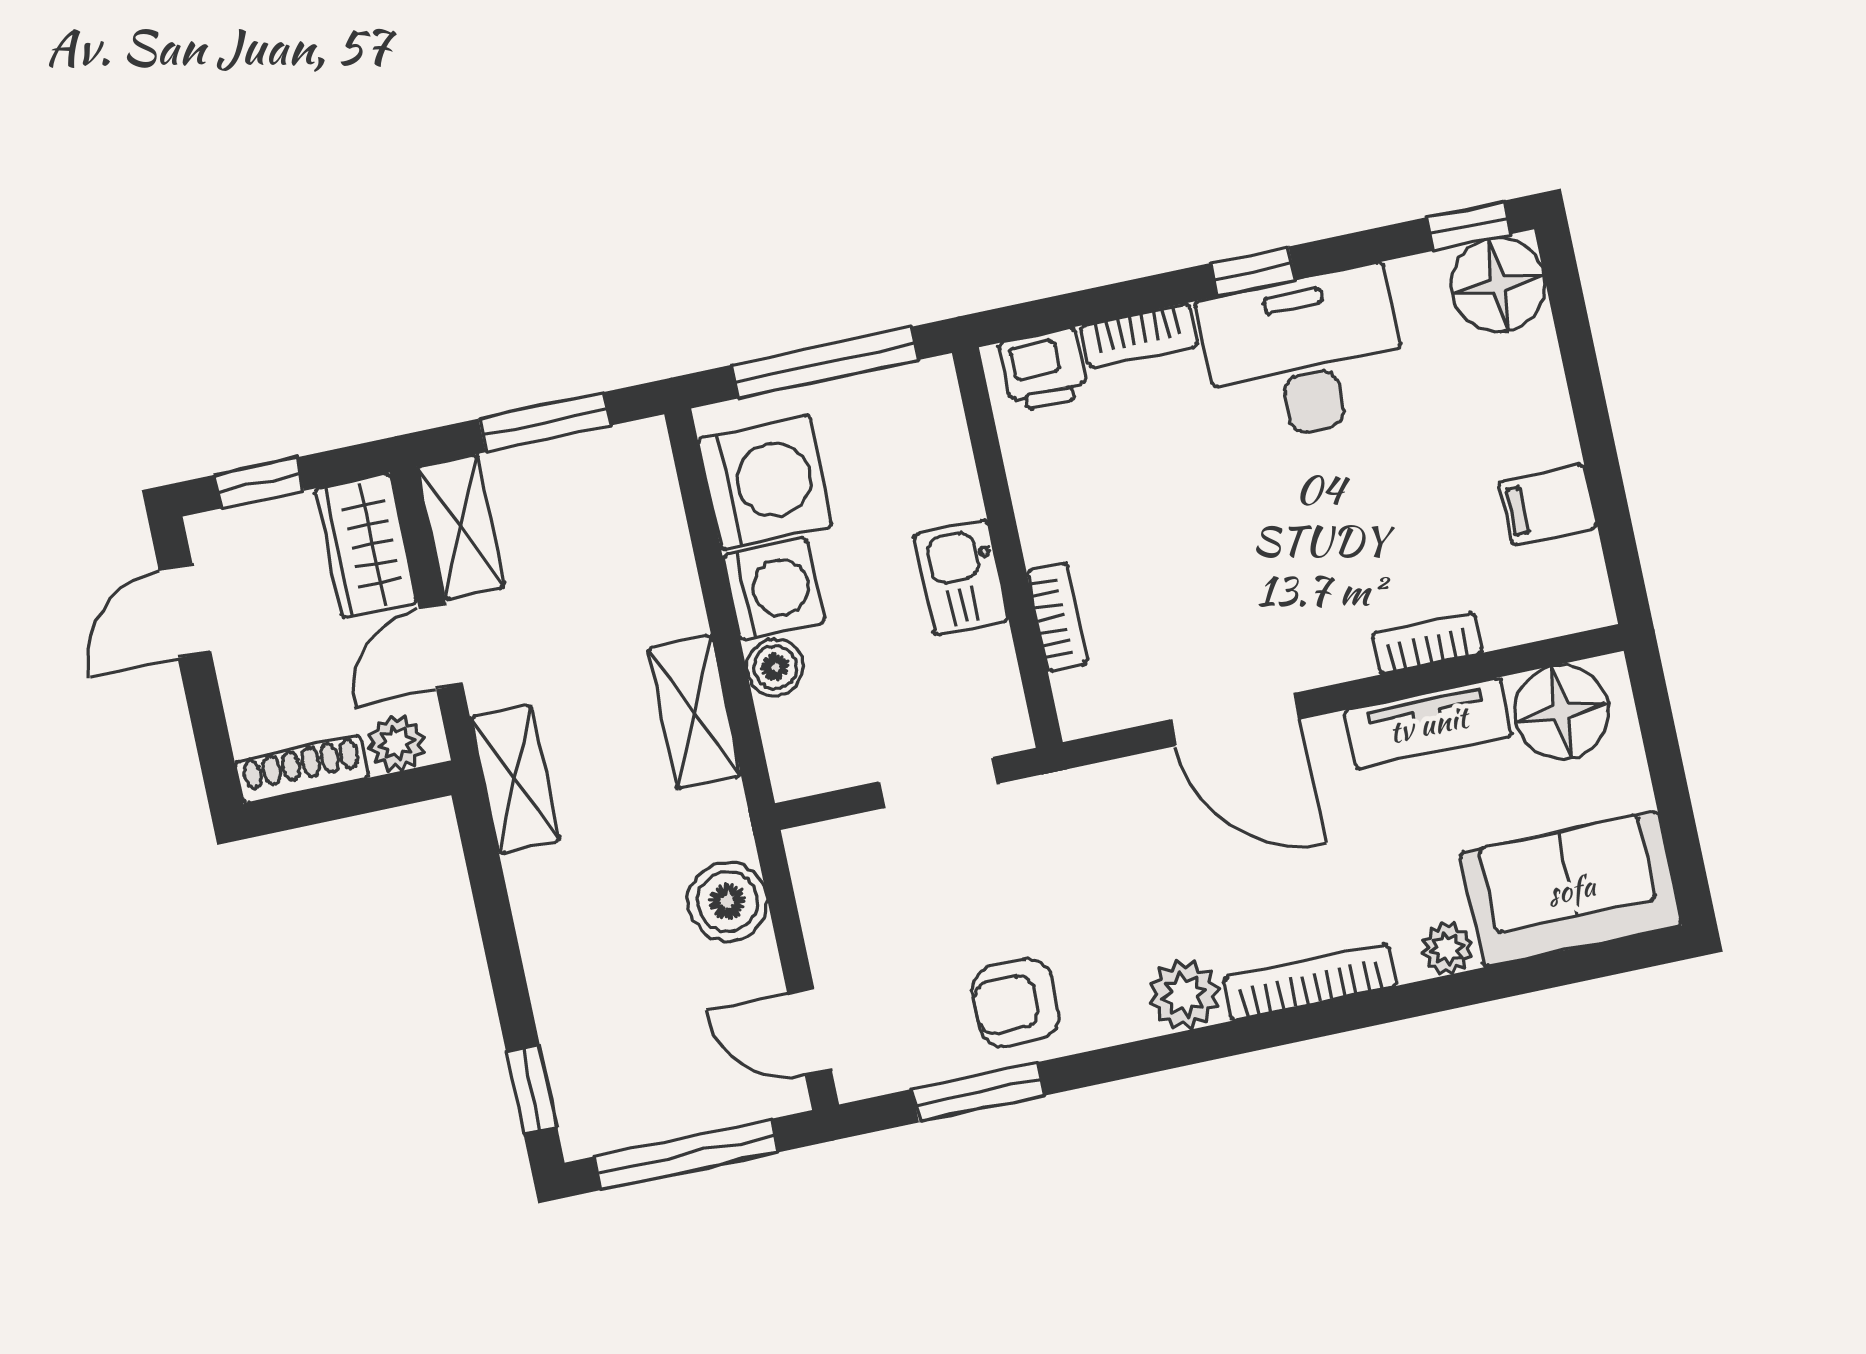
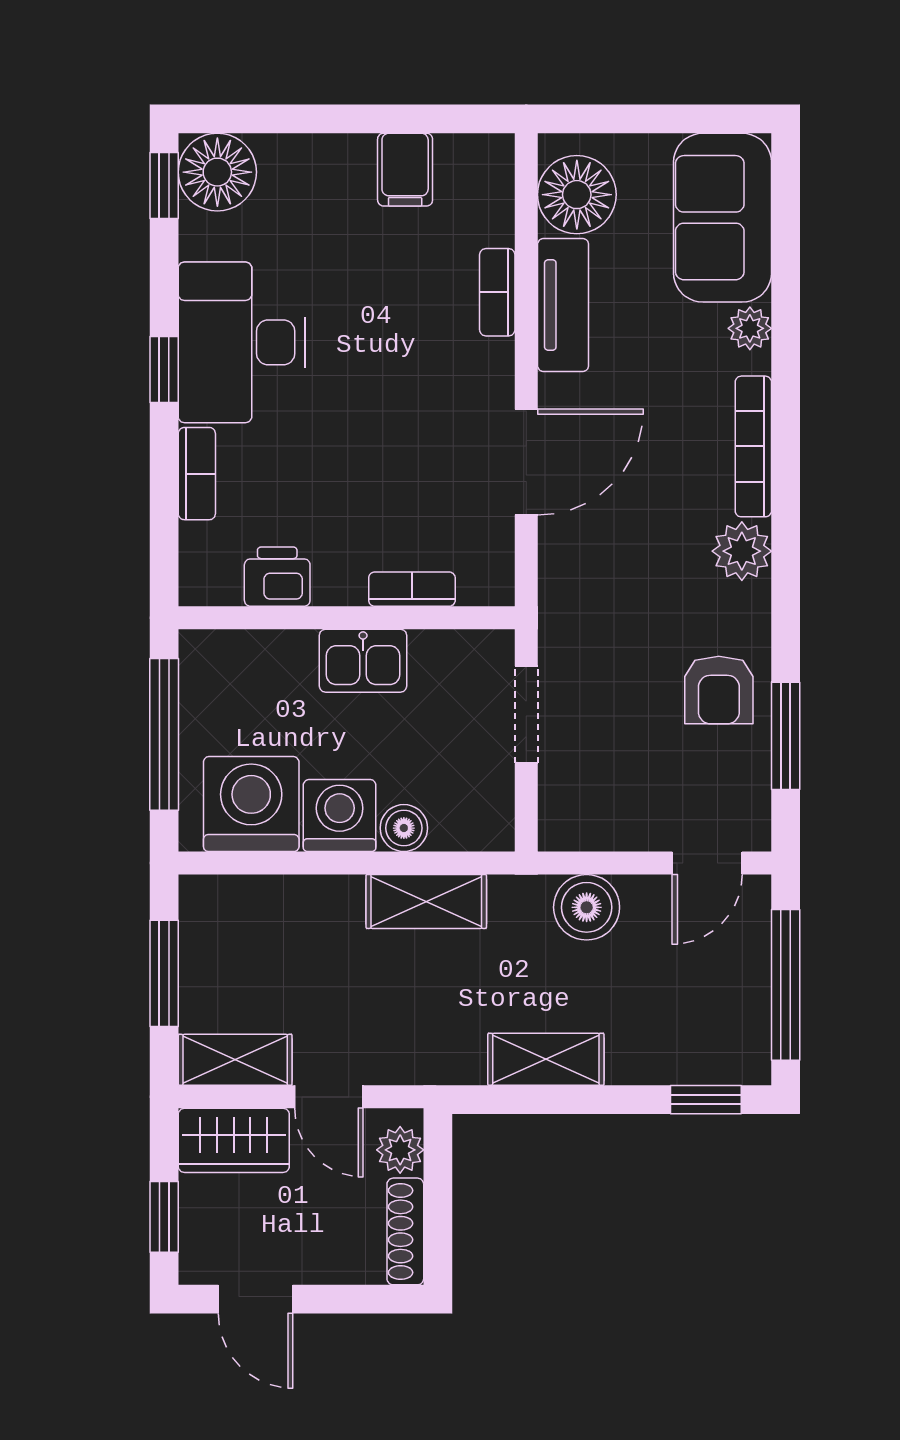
printer: (1044, 370) -> (277, 577), moved, turned -90
shelving: (515, 779) -> (546, 1059), moved

